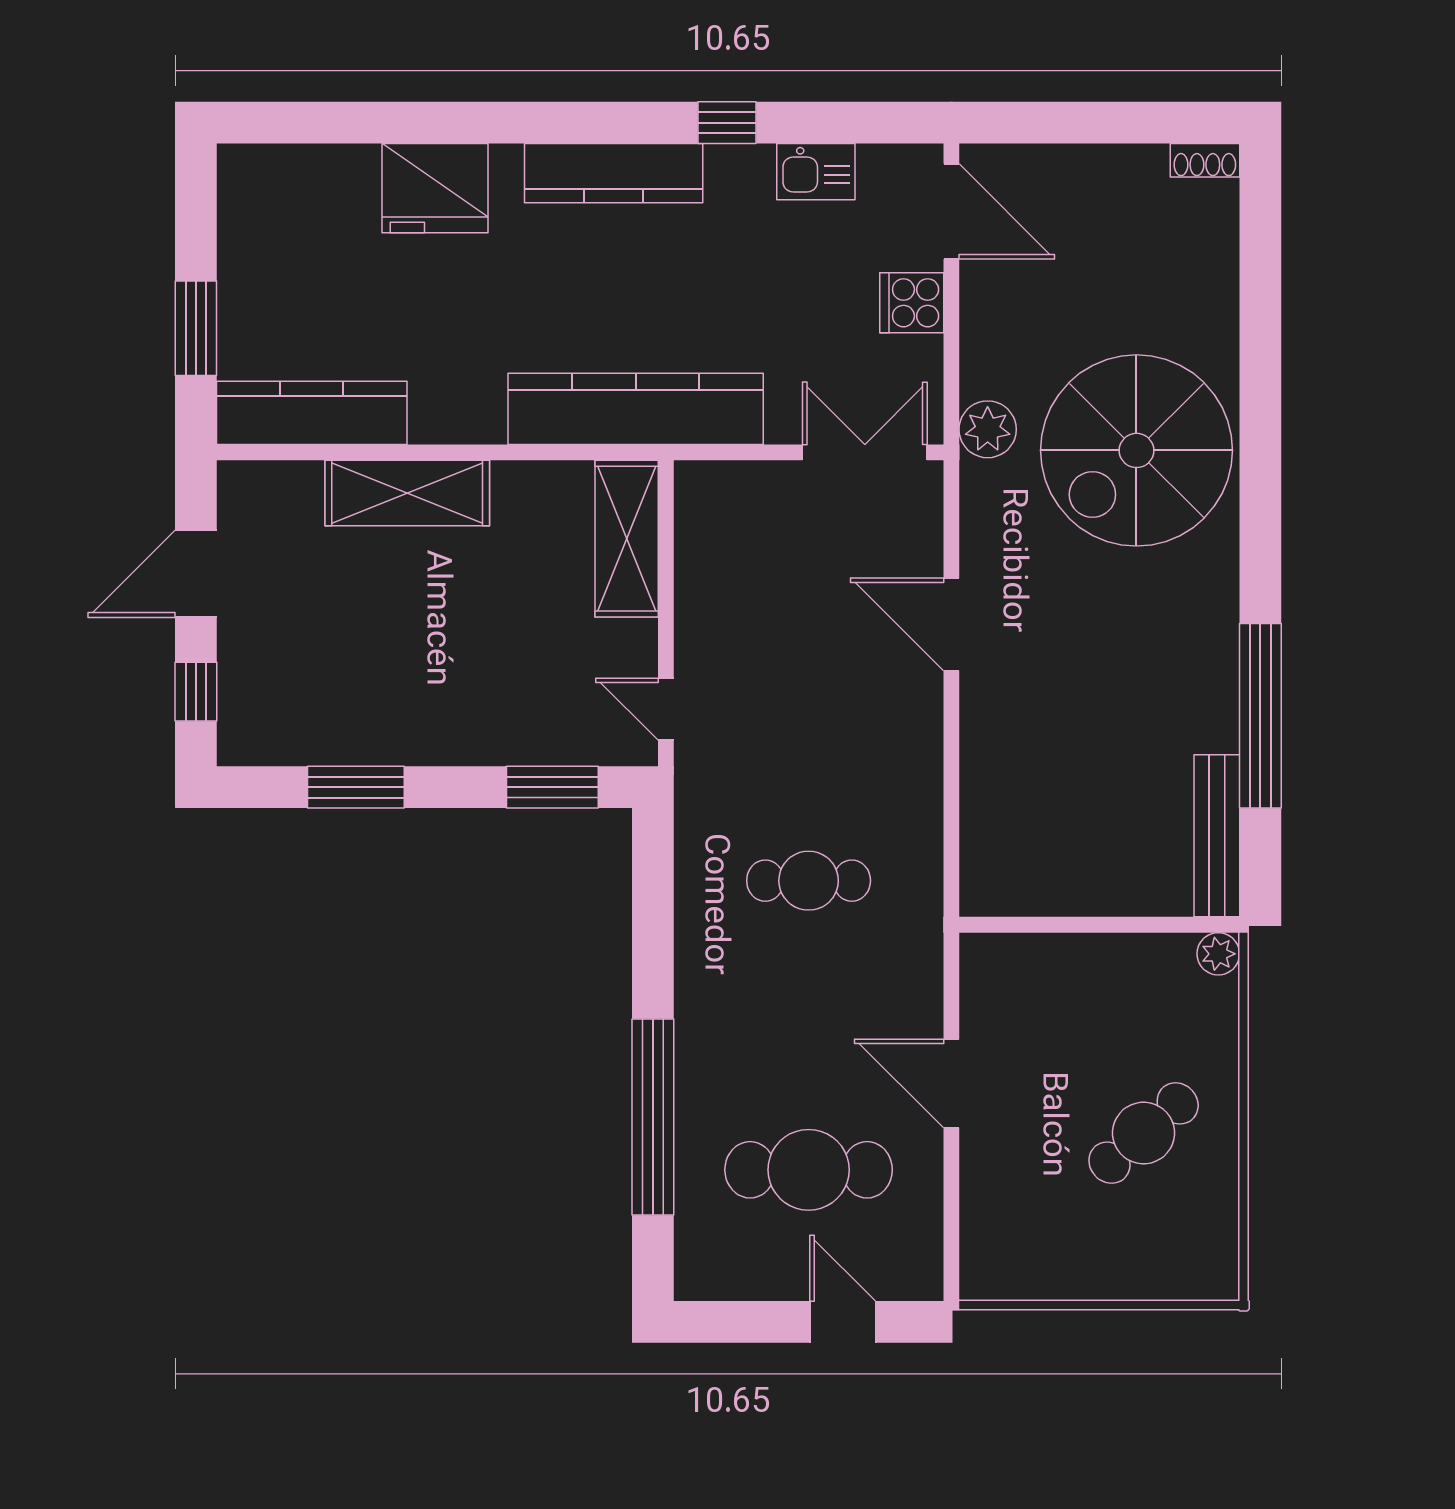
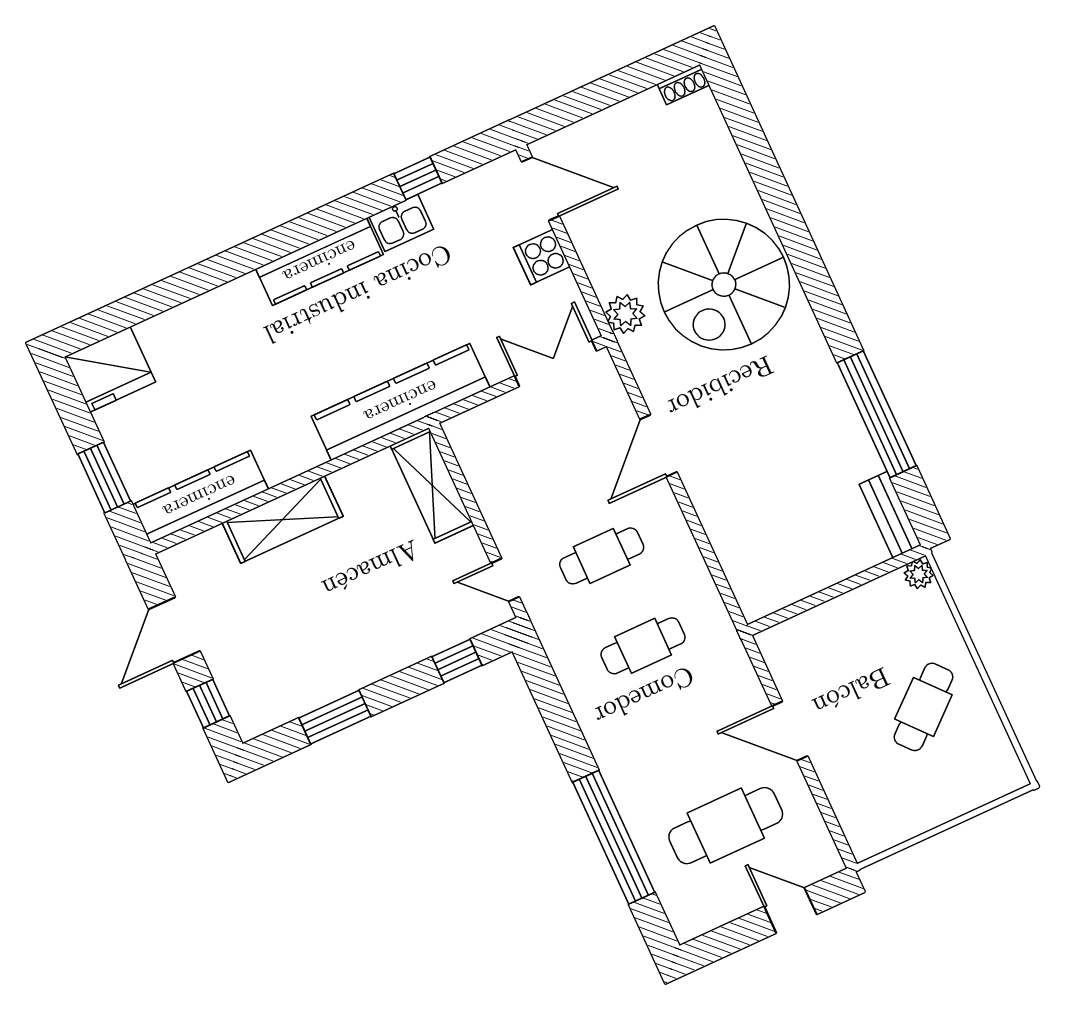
window: (727, 123) -> (418, 178), moved
kitchen sink: (816, 172) -> (401, 223), moved
fridge: (435, 188) -> (110, 369), moved
door: (951, 624) -> (659, 446), hinge flipped
cafe table: (809, 736) -> (602, 556), added
window: (552, 787) -> (457, 661), width x0.67
bench: (1217, 836) -> (890, 515), width x0.73

